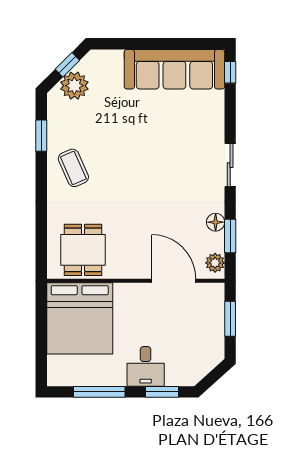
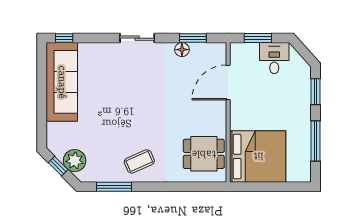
window: (41, 136) -> (114, 187), width x1.44
plant: (215, 263) -> (214, 50), removed
desk: (146, 366) -> (274, 58), moved, turned -90

